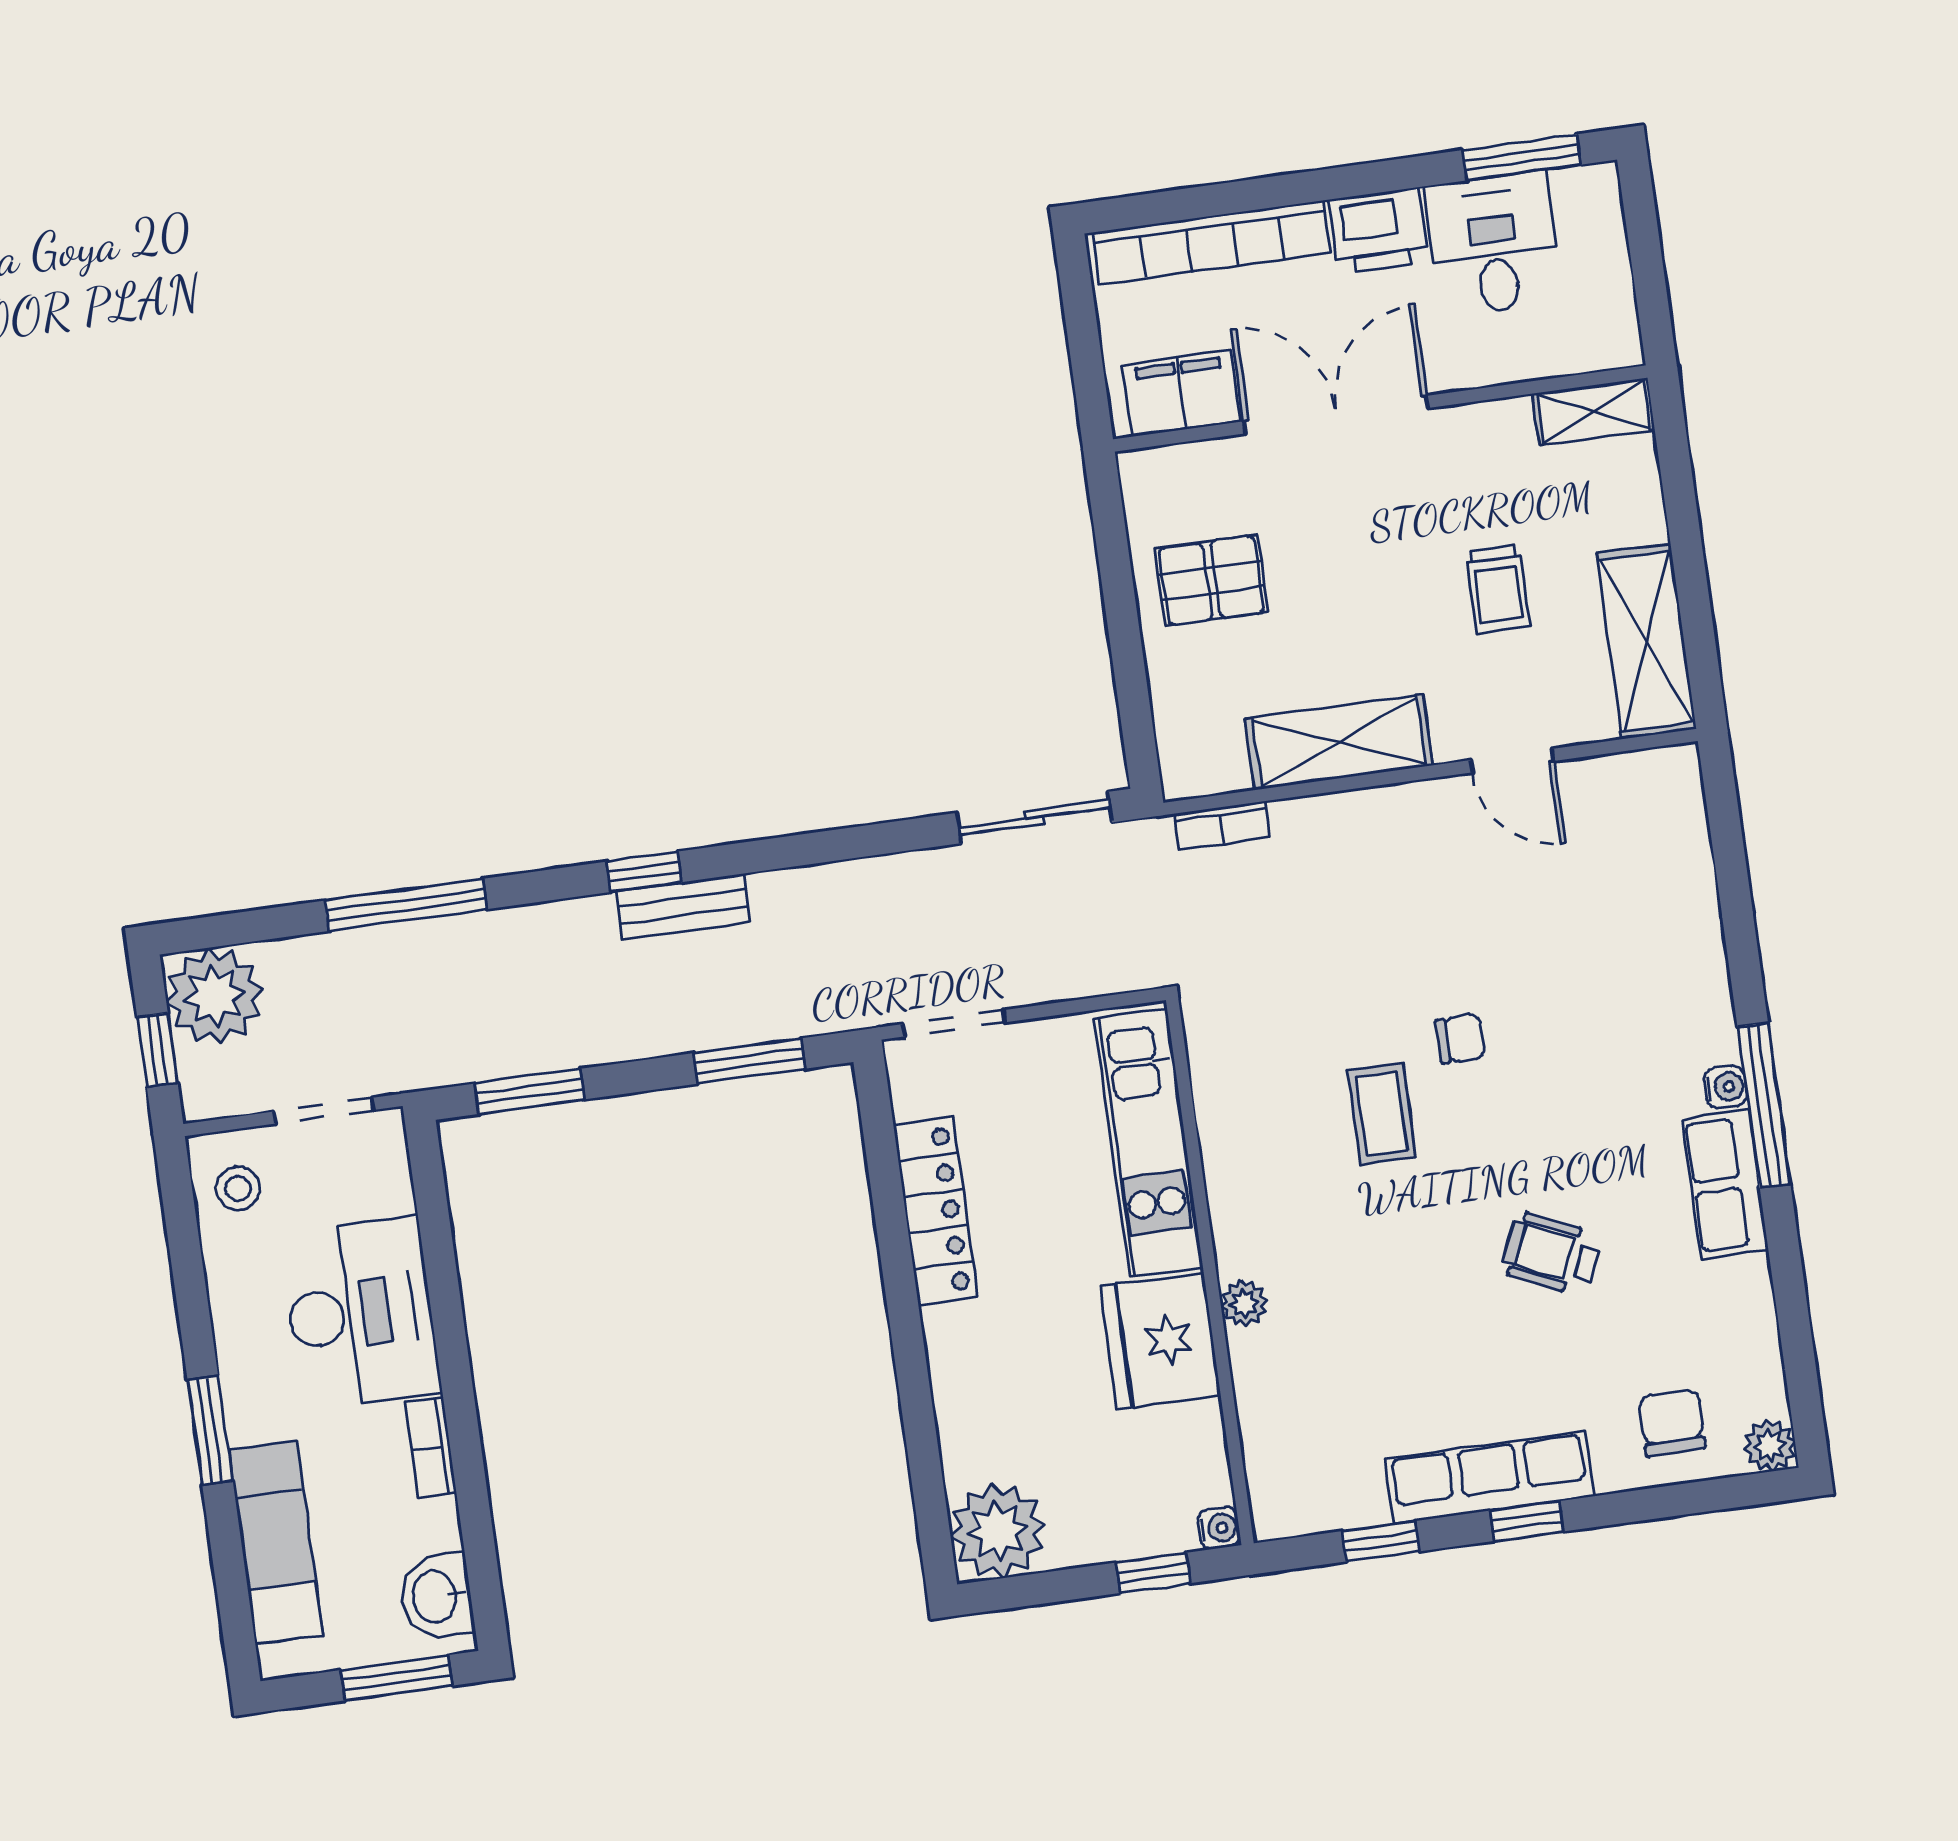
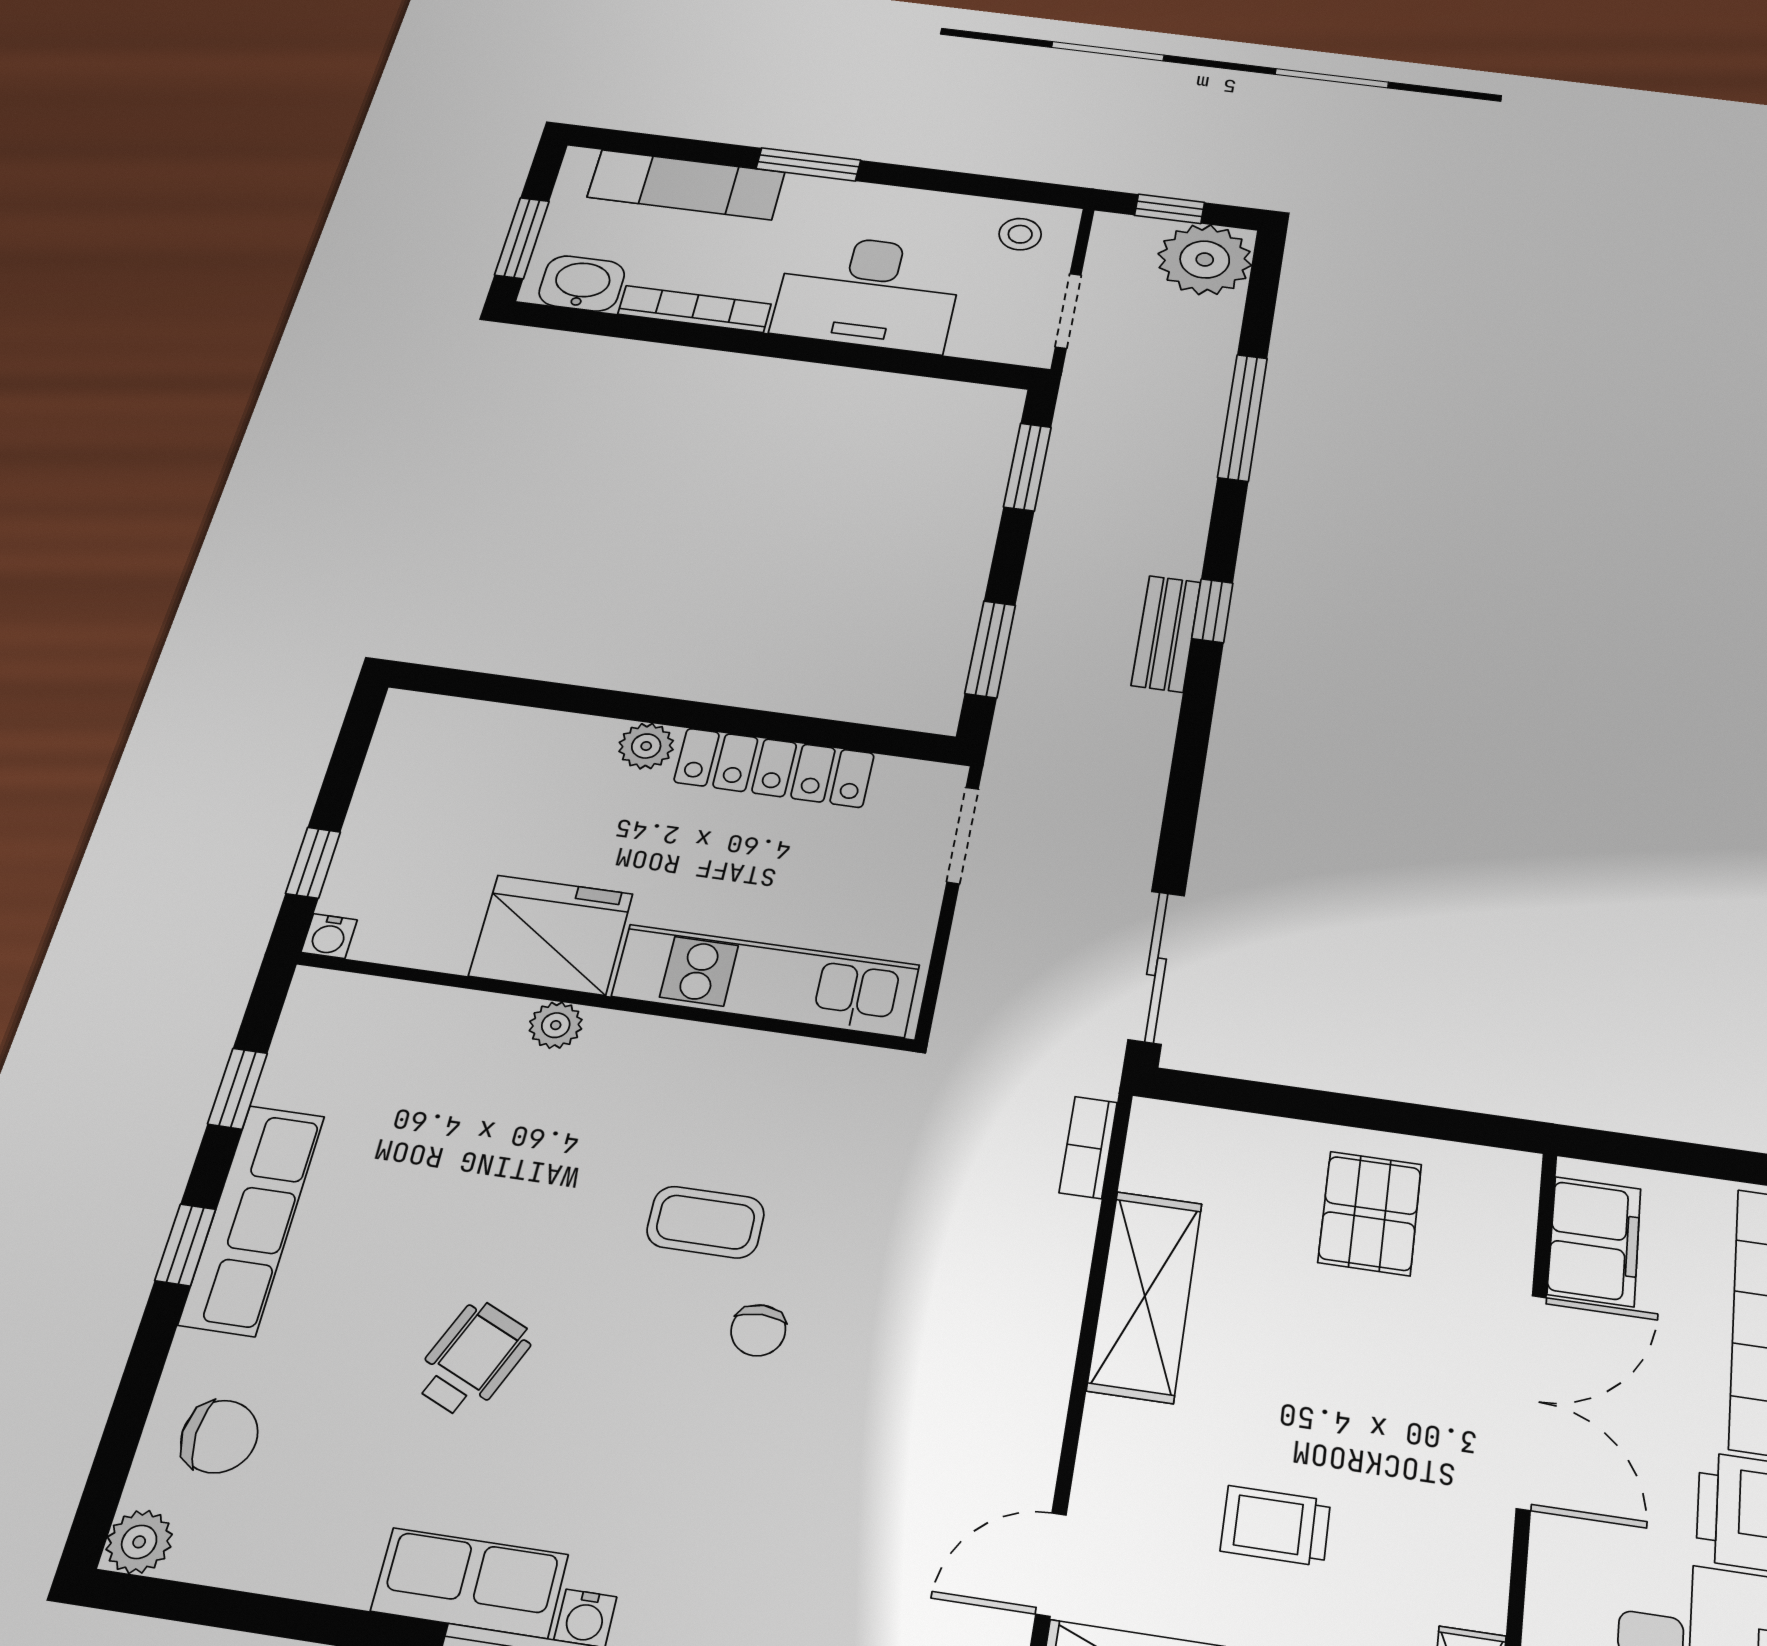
door: (1512, 761) -> (1051, 1564), moved
bookcase: (431, 1448) -> (695, 309), width x1.56
plant: (998, 1531) -> (646, 746), moved, width x0.53, depth x0.53

